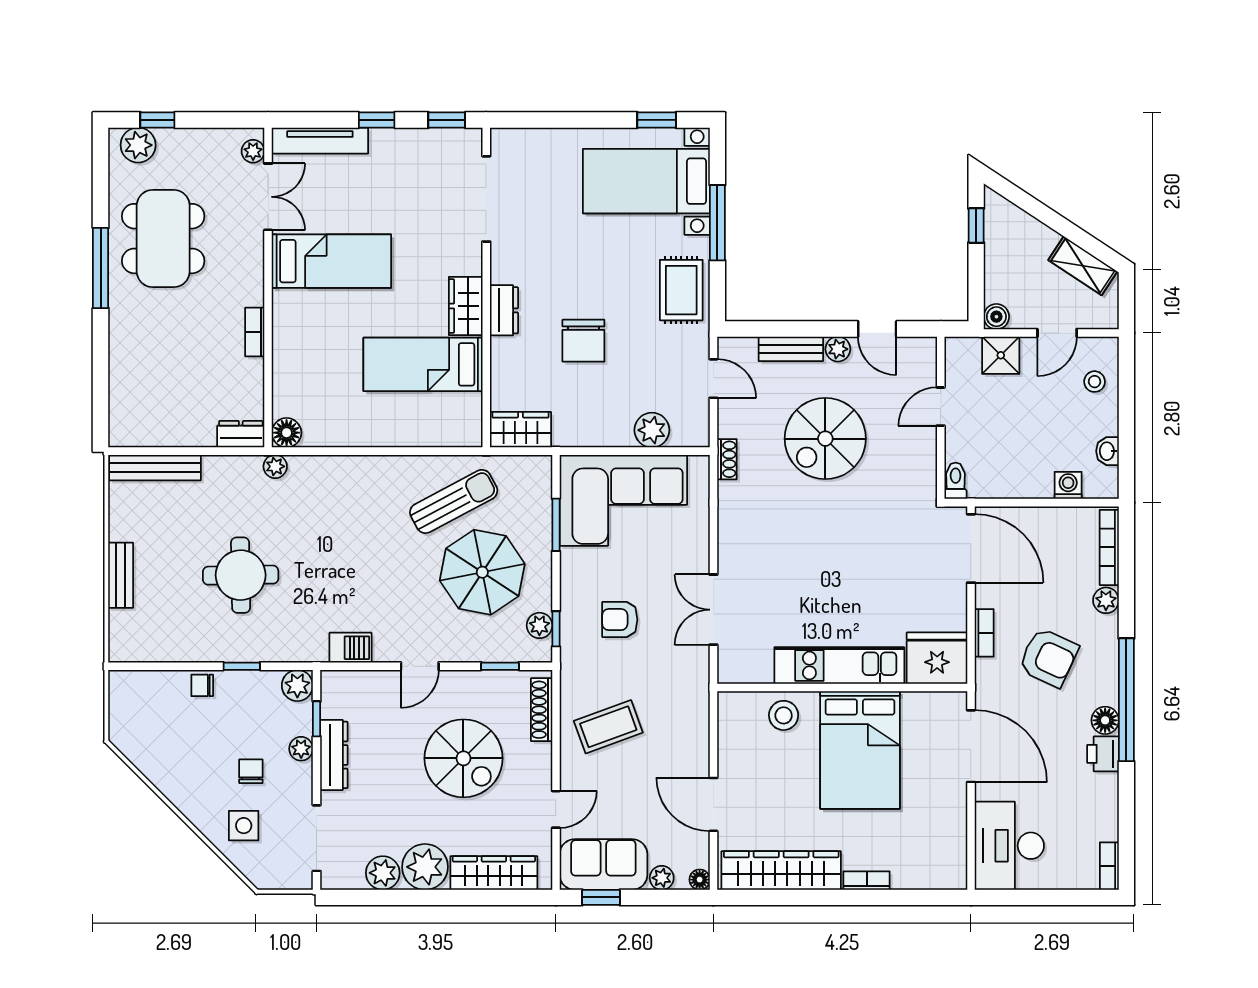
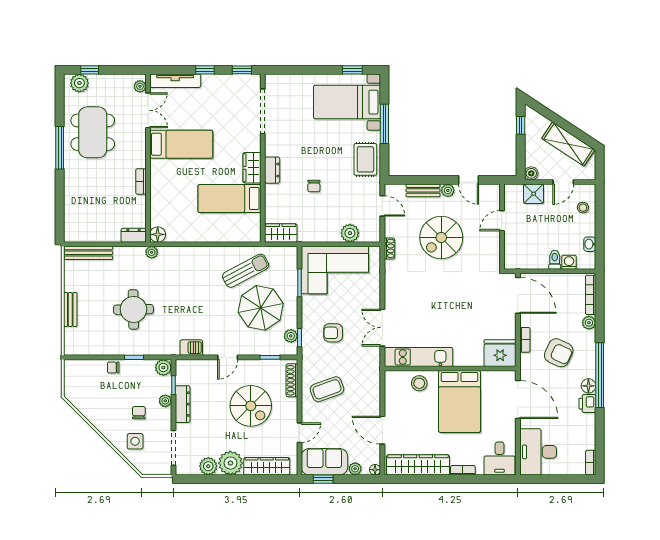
shelving: (1083, 266) -> (568, 144), width x1.50, depth x1.33
chair: (583, 341) -> (314, 186), width x0.54, depth x0.54
toilet: (956, 481) -> (555, 260), moved
kitchen unit: (839, 665) -> (418, 357), moved
desk: (936, 858) -> (499, 458), added

